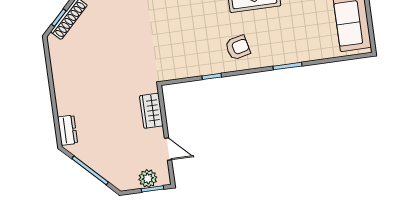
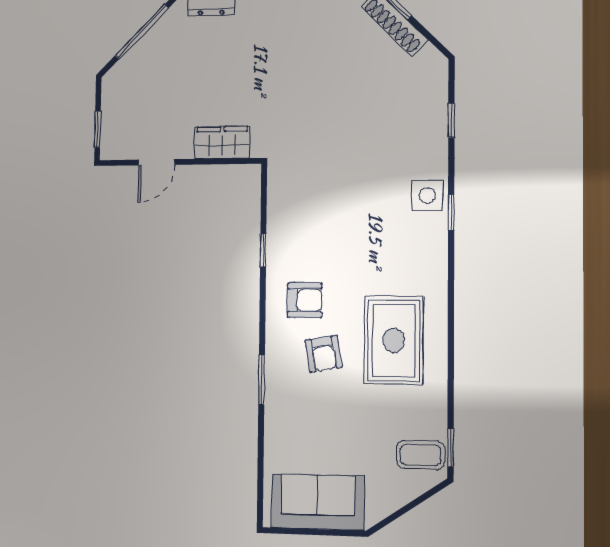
armchair: (267, 32) -> (323, 354), added
armchair: (238, 48) -> (305, 300), turned -77
plant: (148, 178) -> (115, 124), removed

